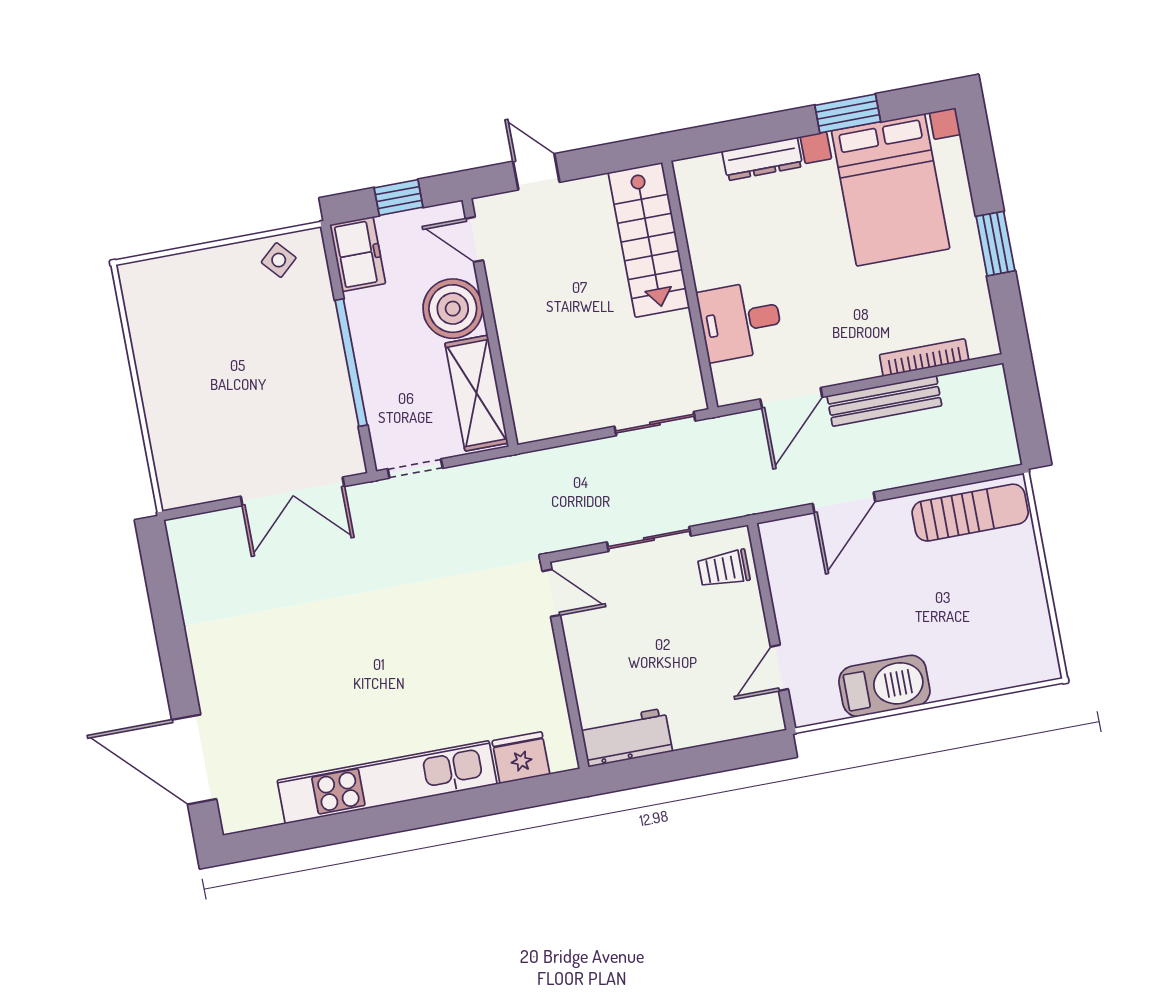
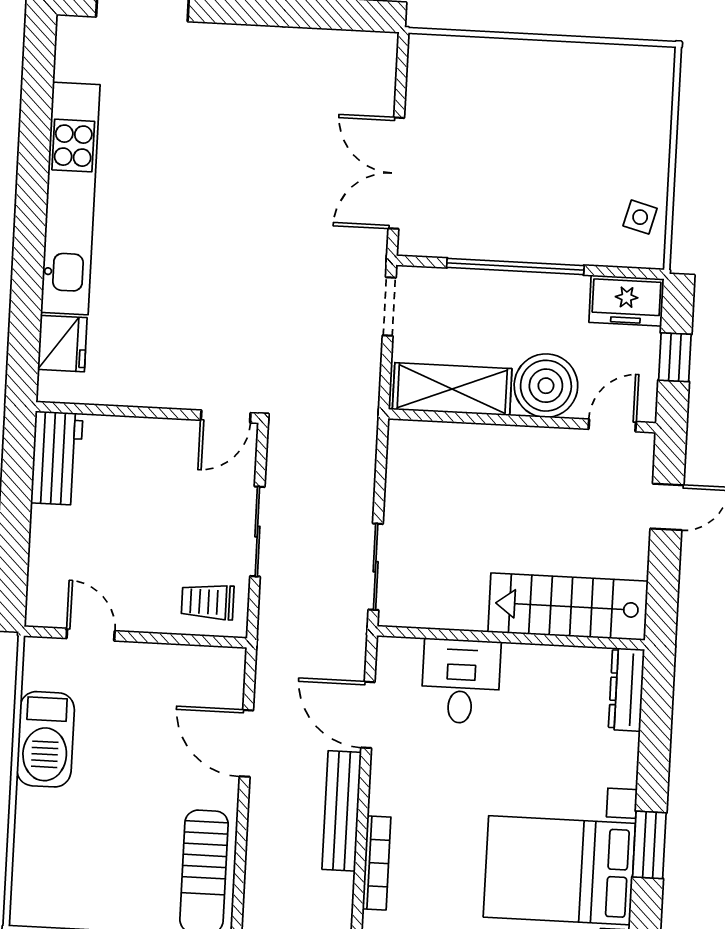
dresser: (762, 159) -> (626, 689), moved
side table: (279, 260) -> (640, 217), turned -33
trolley: (724, 569) -> (208, 602), turned -90

